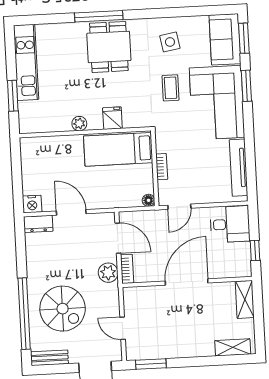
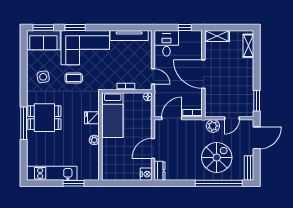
plant: (108, 273) -> (213, 126), moved

